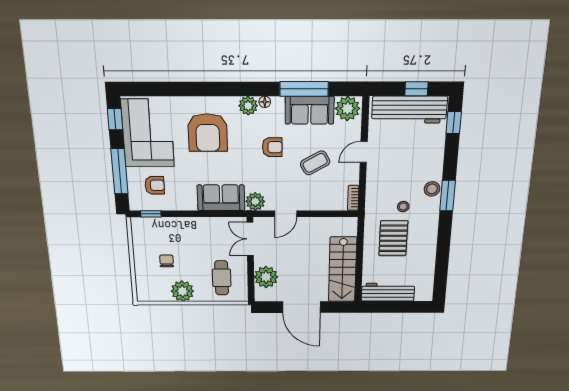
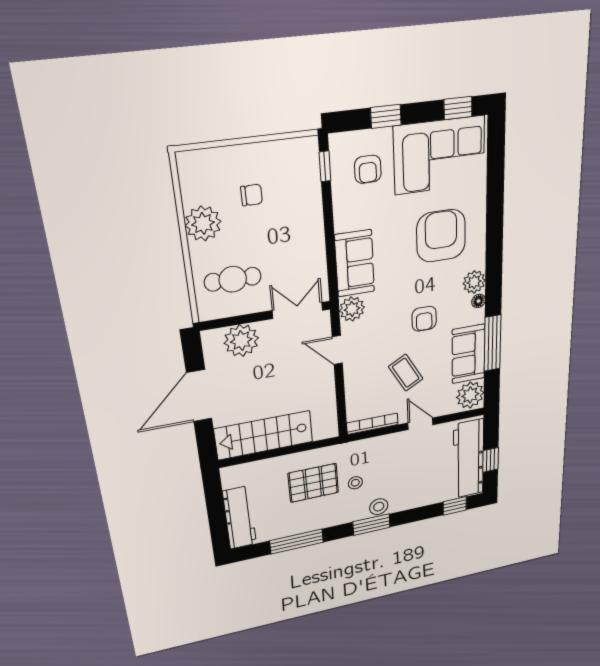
armchair: (208, 133) -> (441, 236), turned 90
window: (119, 171) -> (386, 116), width x0.46
bookcase: (353, 198) -> (372, 424), width x1.56
window: (443, 254) -> (297, 541), added
workbench: (388, 292) -> (240, 518), moved

